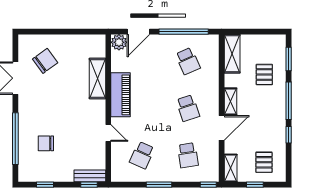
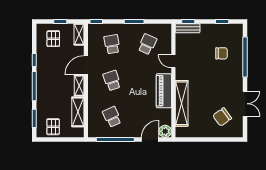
shelving: (232, 54) -> (78, 112), moved
pallet: (264, 75) -> (53, 127), moved
shelving: (97, 79) -> (182, 103), width x1.47

